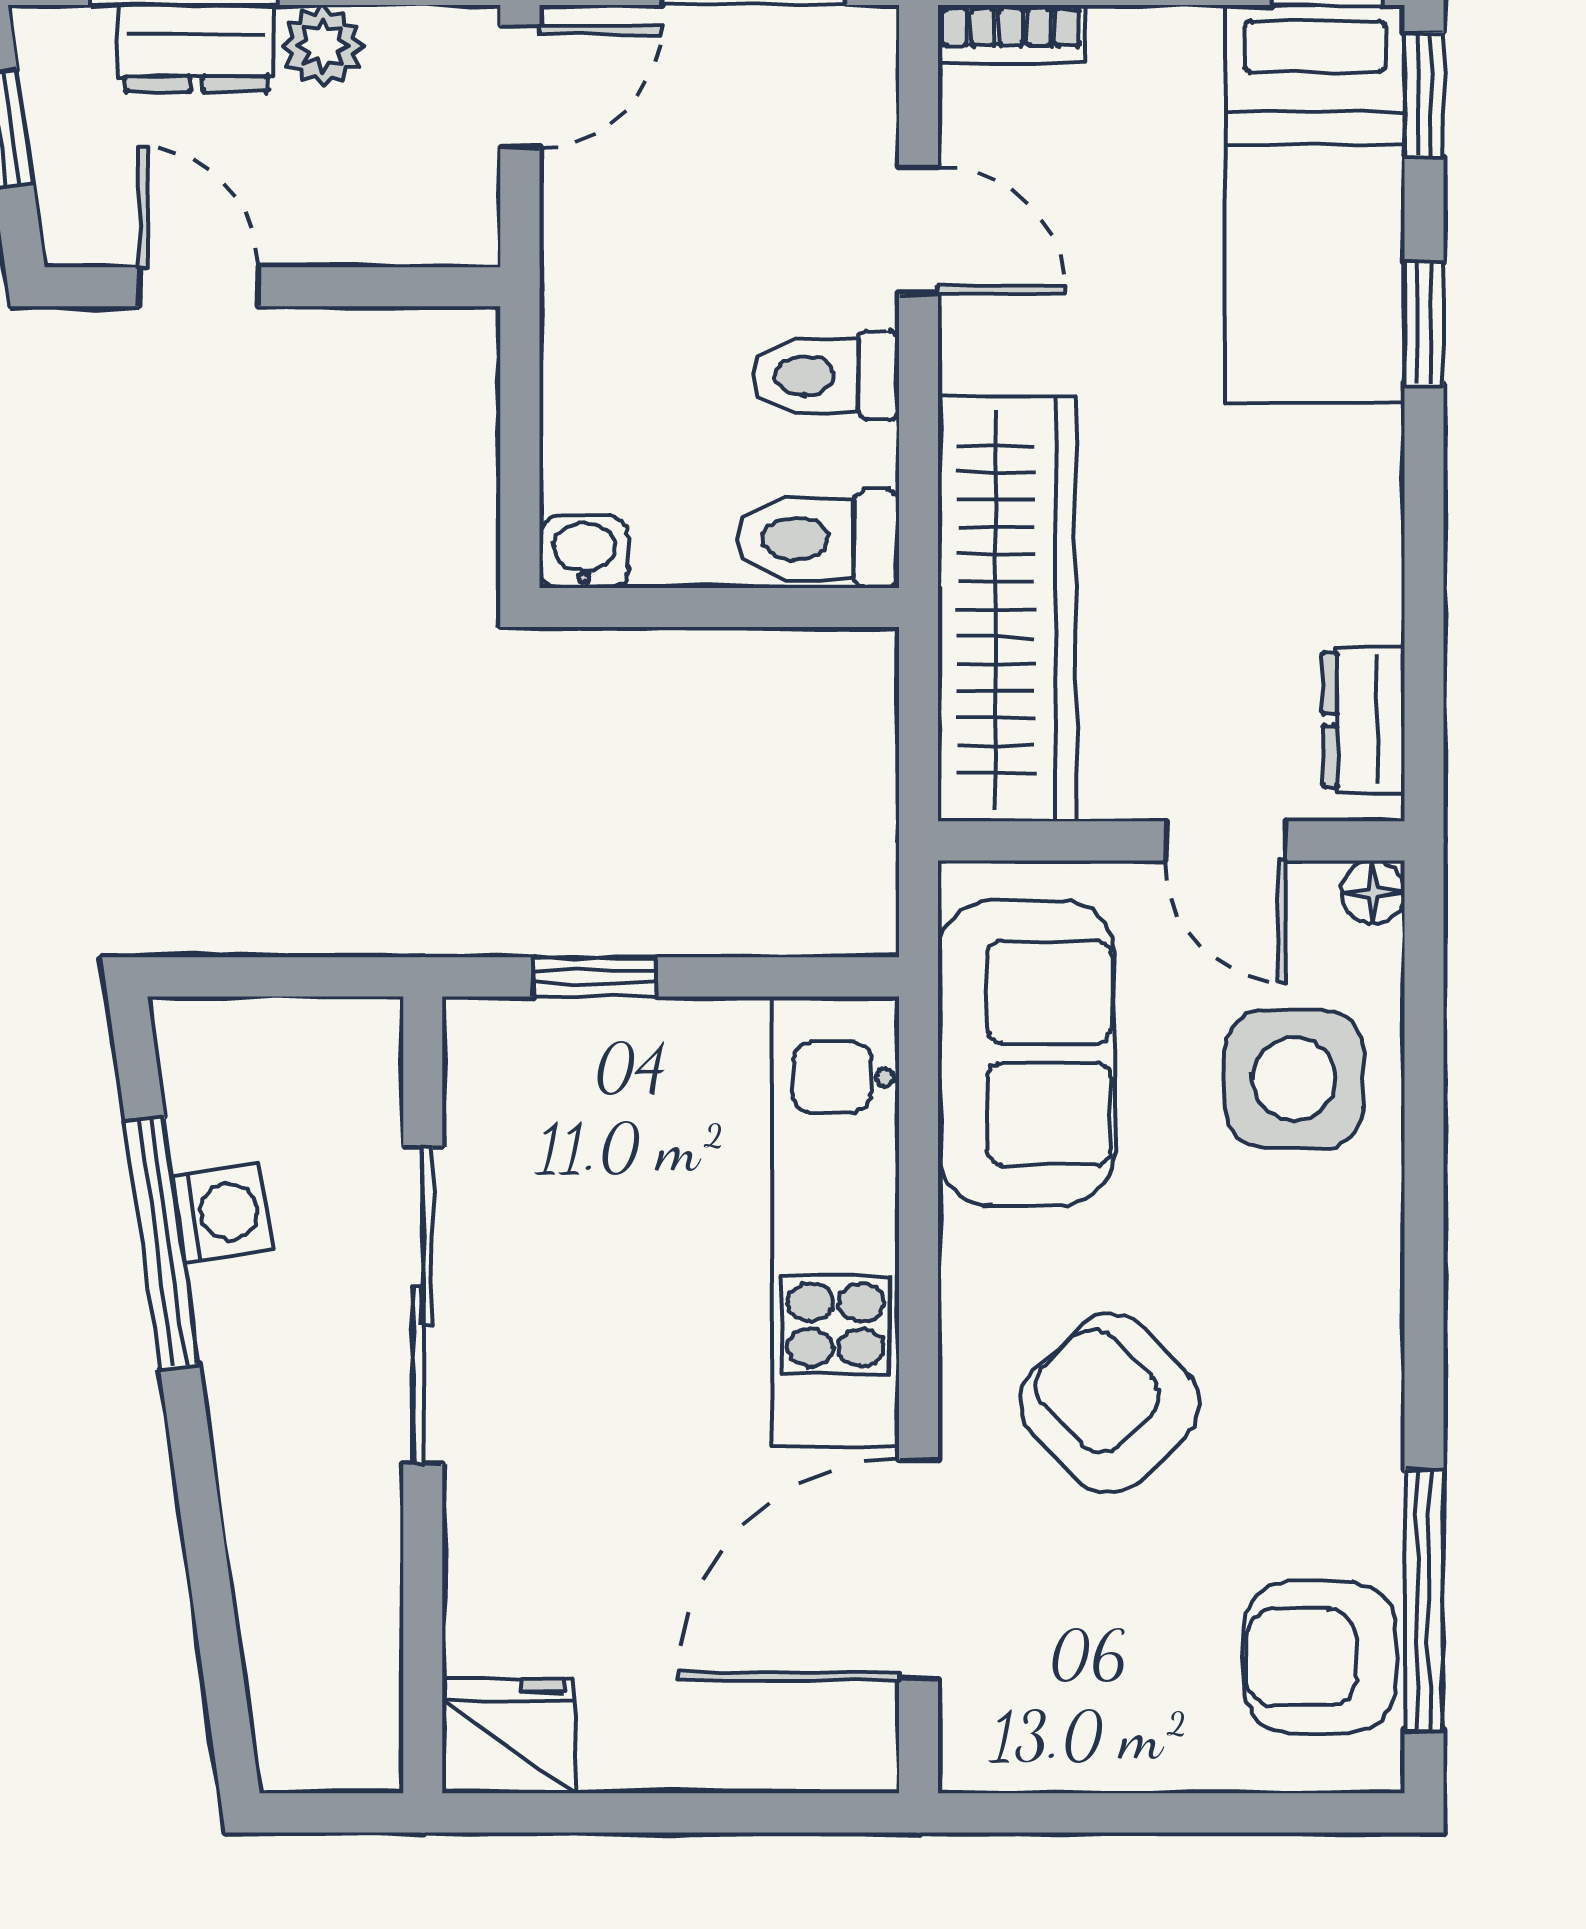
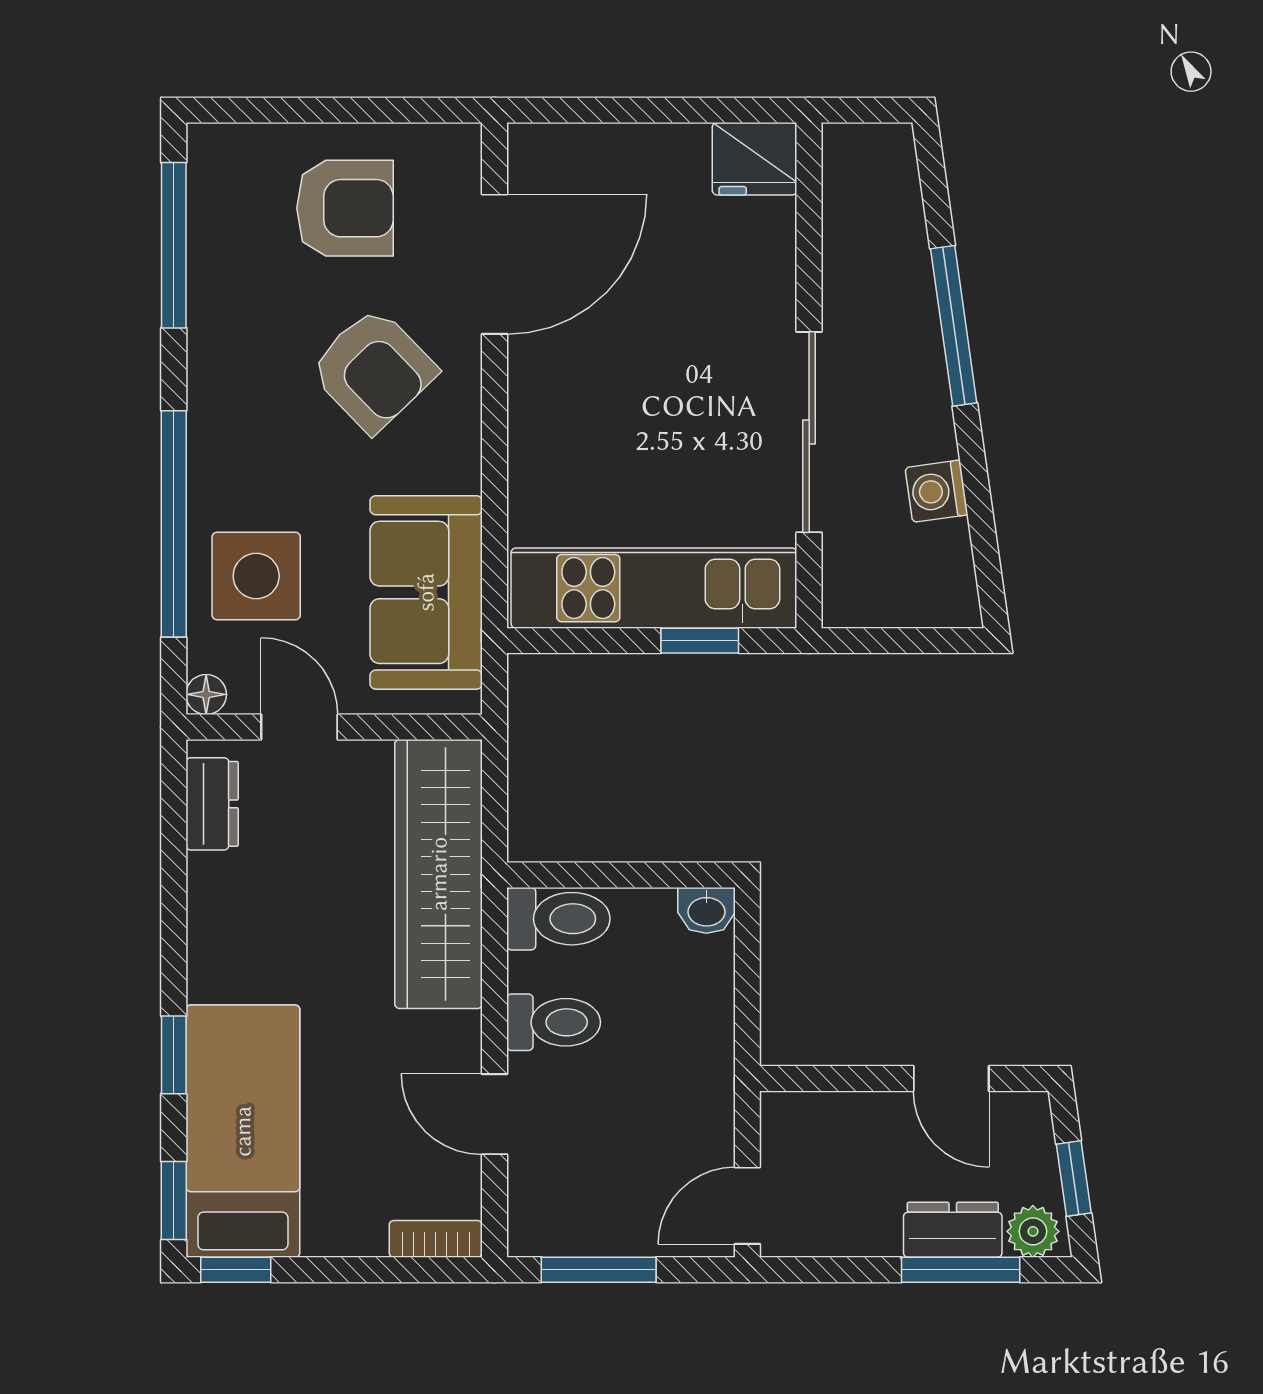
plant: (323, 46) -> (1033, 1231), moved
window: (1424, 1161) -> (174, 524), added
kitchen unit: (836, 1221) -> (654, 588), moved, turned -90
window: (162, 1243) -> (954, 326), moved
armchair: (1319, 1657) -> (345, 208), moved

